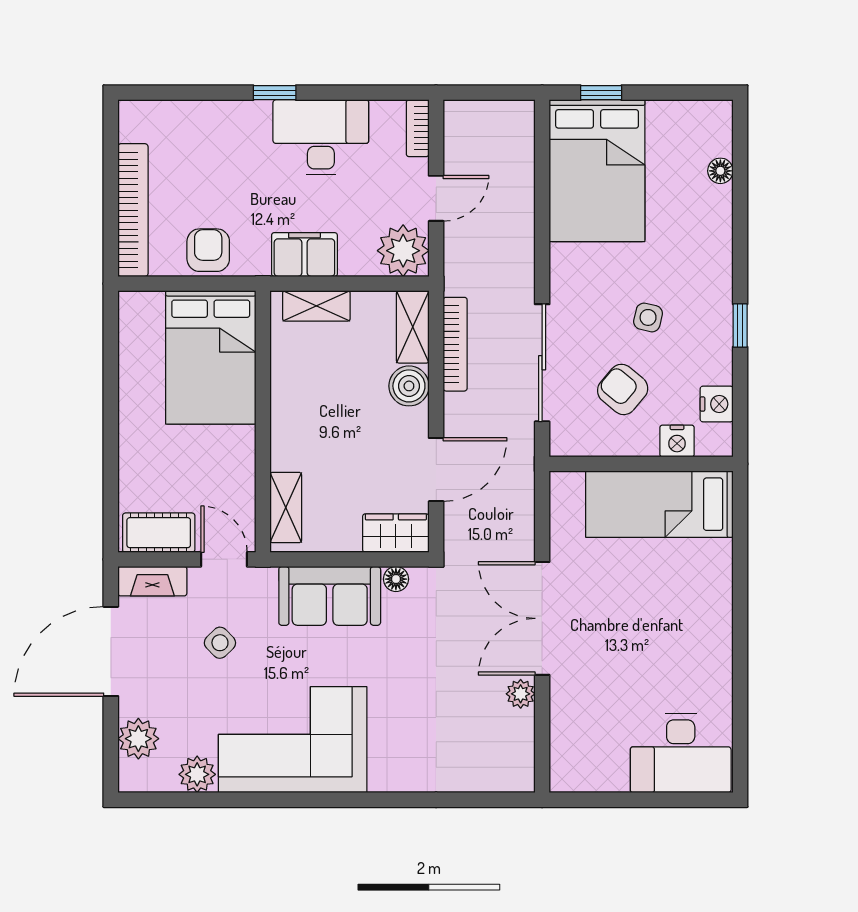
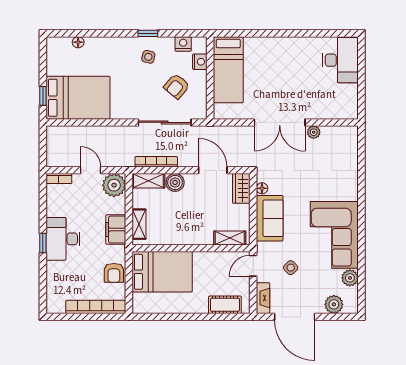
desk: (321, 137) -> (63, 239), moved
armchair: (208, 250) -> (114, 273), turned -90
side table: (648, 317) -> (148, 57), moved
cot: (159, 533) -> (225, 305), moved, turned 90

